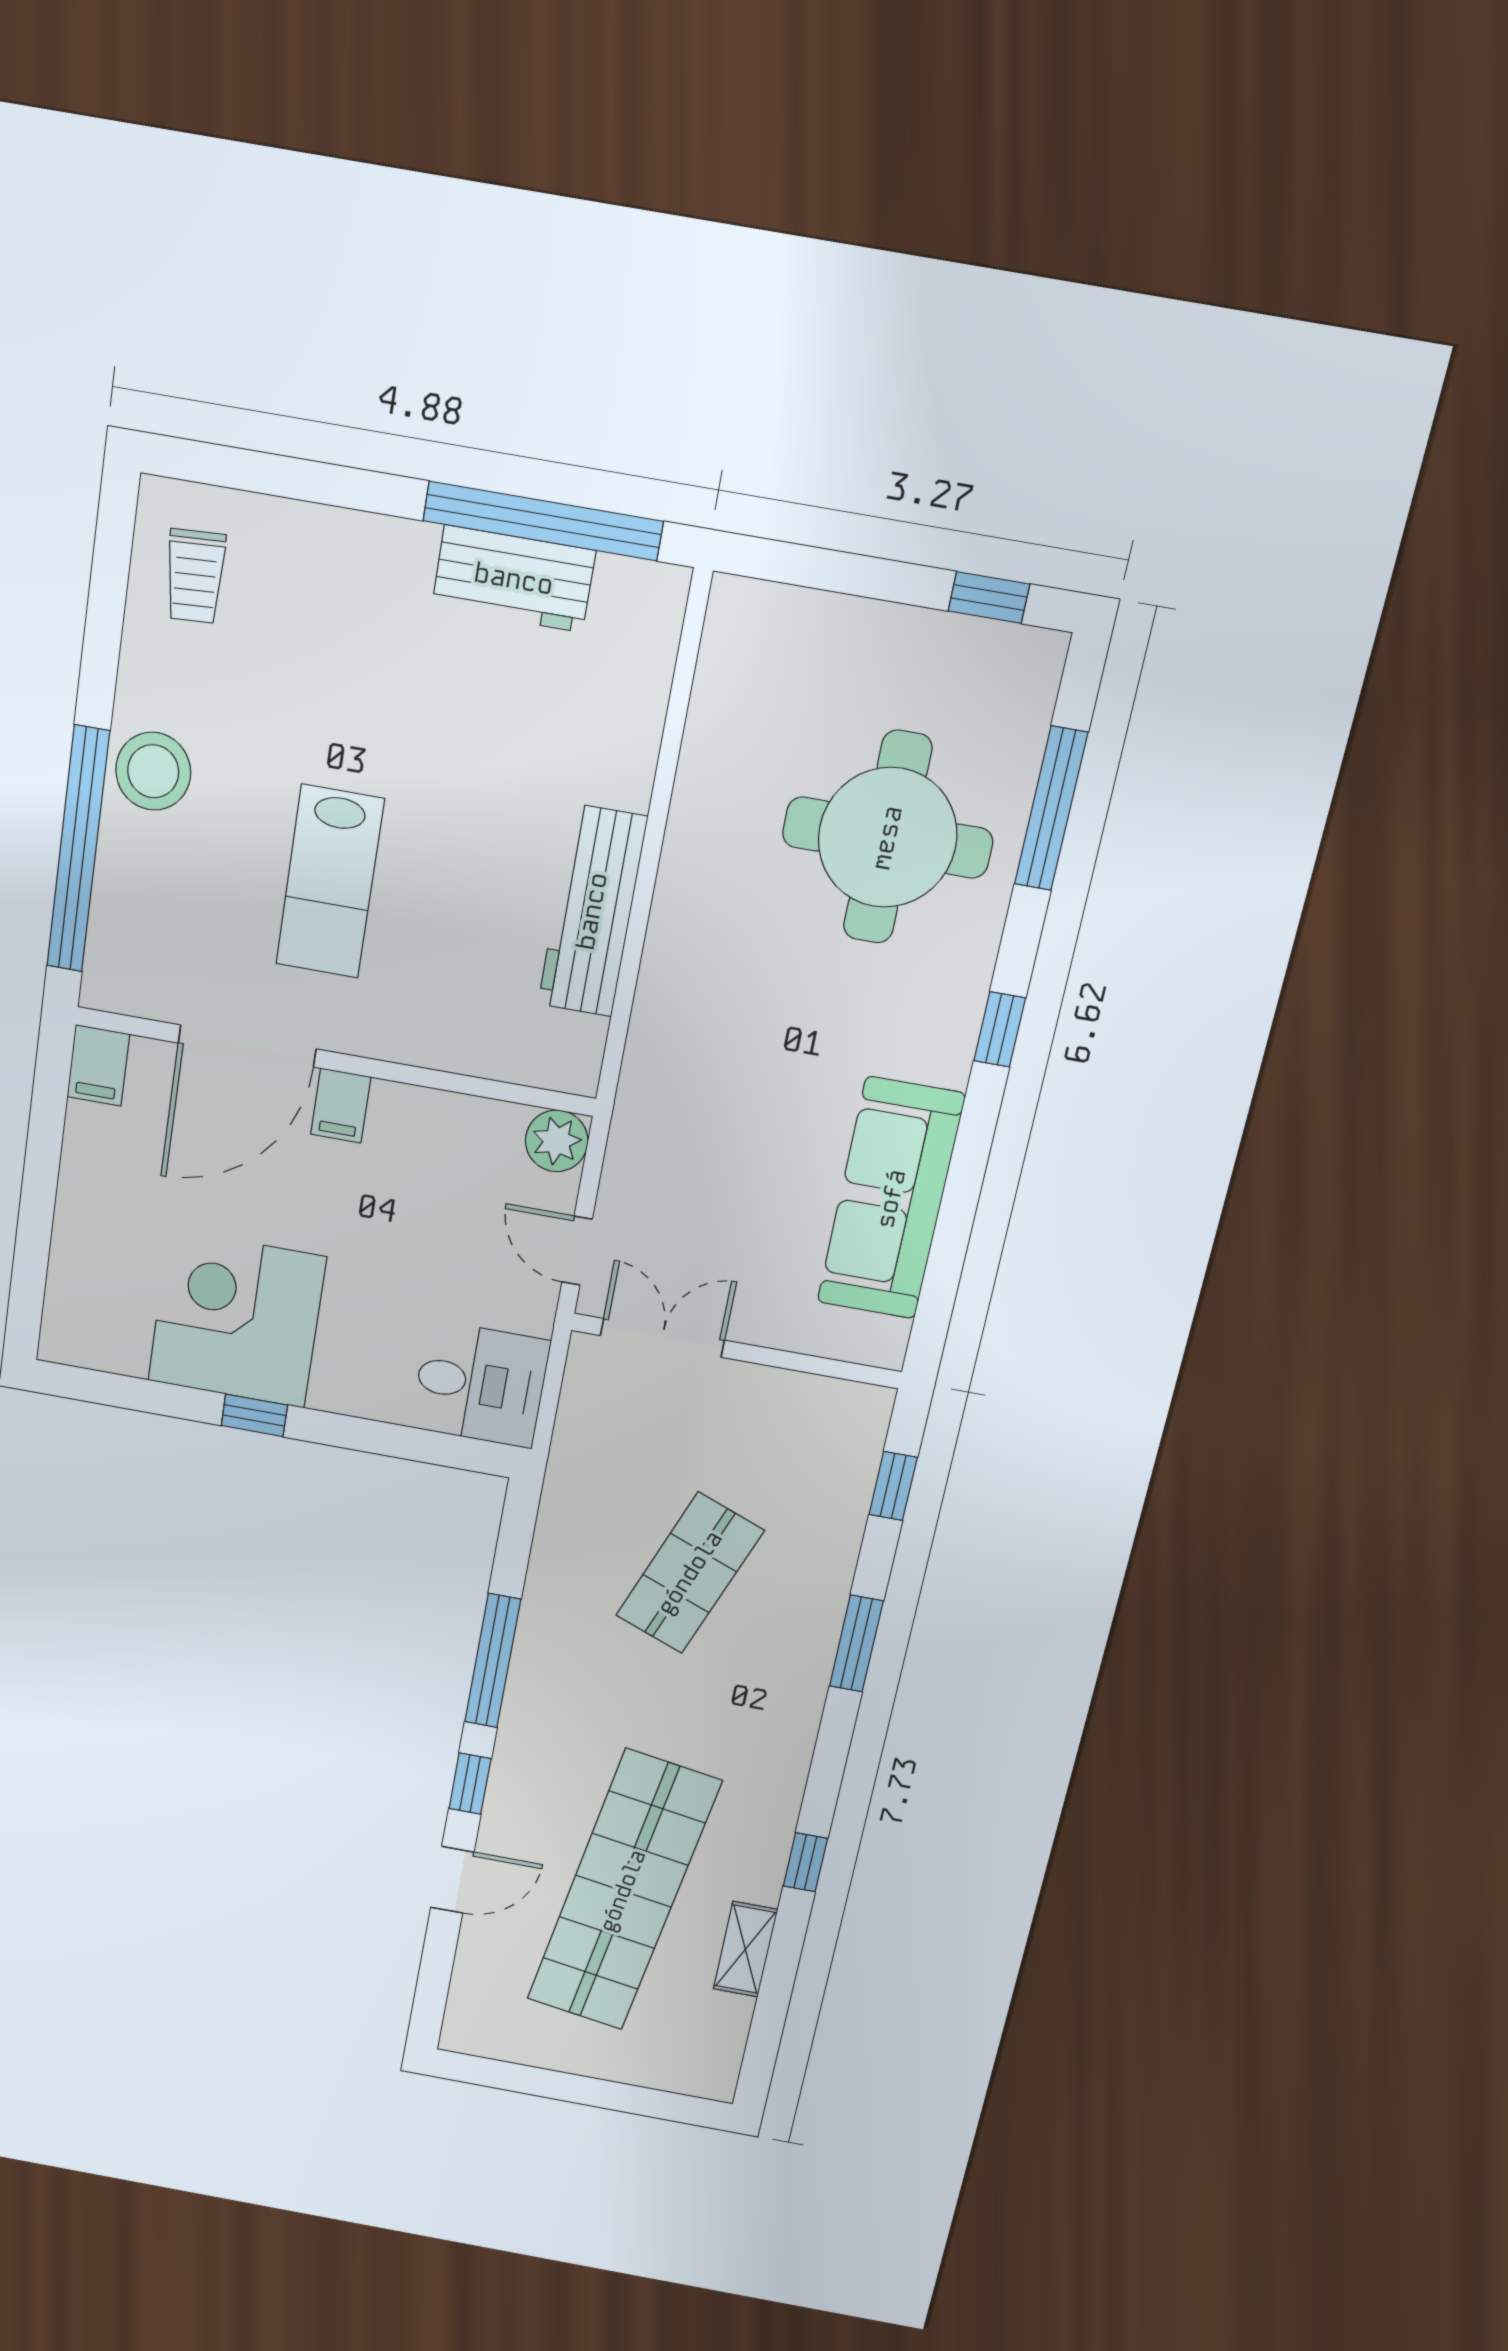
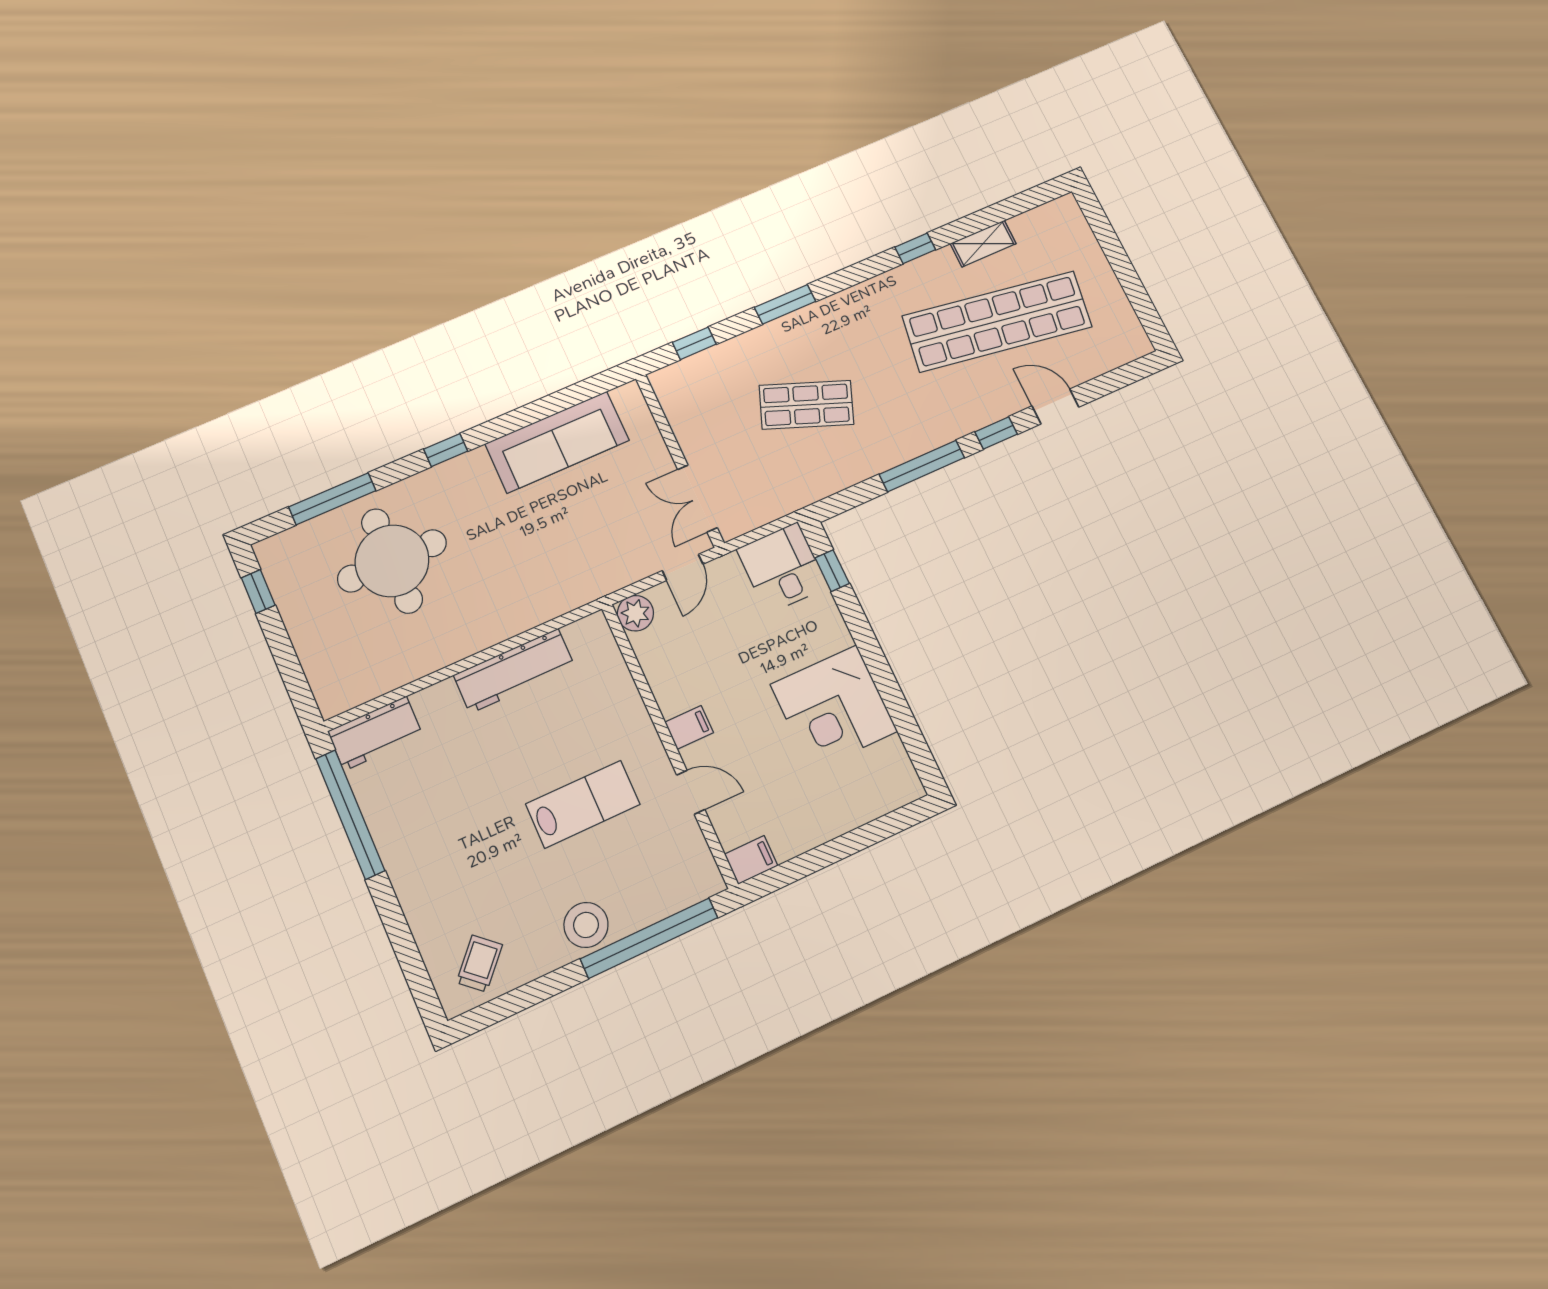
trolley: (195, 576) -> (479, 964), turned -45
workbench: (514, 579) -> (375, 733), moved, turned 90
door: (247, 1046) -> (691, 792), width x0.53
window: (254, 1415) -> (832, 571), moved

